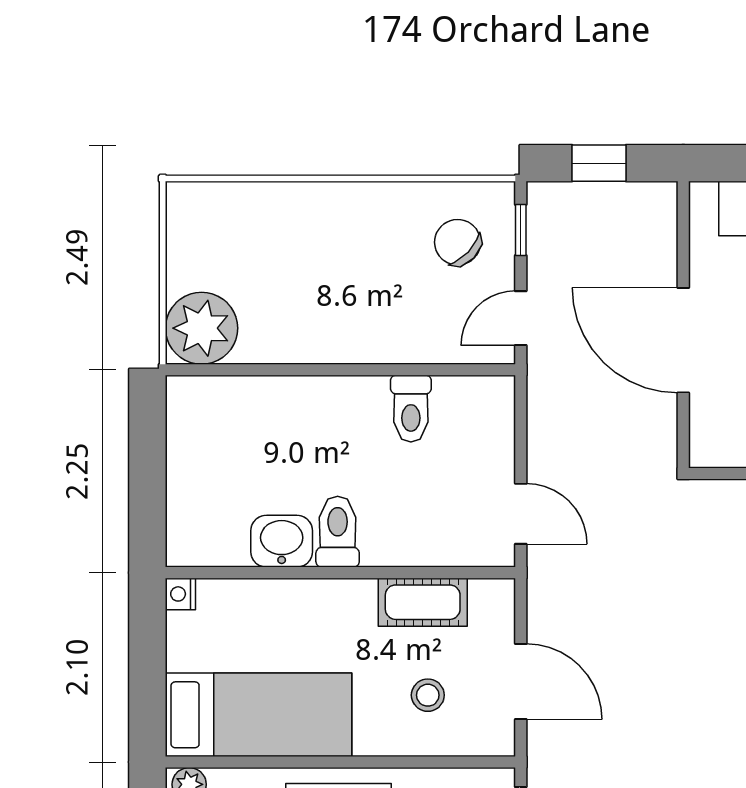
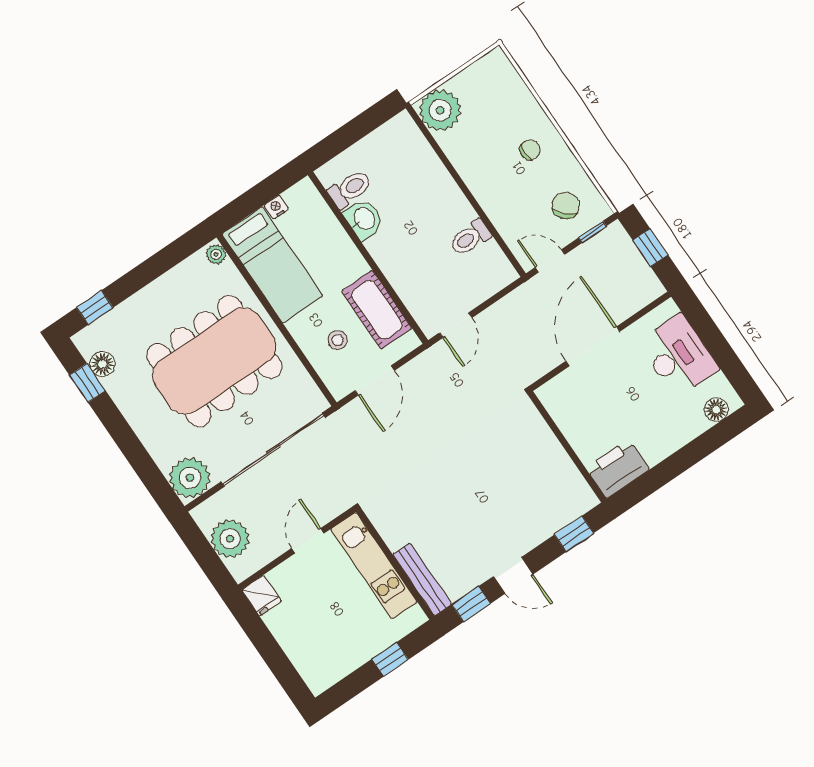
chair: (344, 239) -> (530, 150), added
toilet: (338, 532) -> (350, 189), moved
nightstand: (180, 594) -> (276, 207), moved
cot: (423, 602) -> (377, 310), width x1.37, depth x1.34

